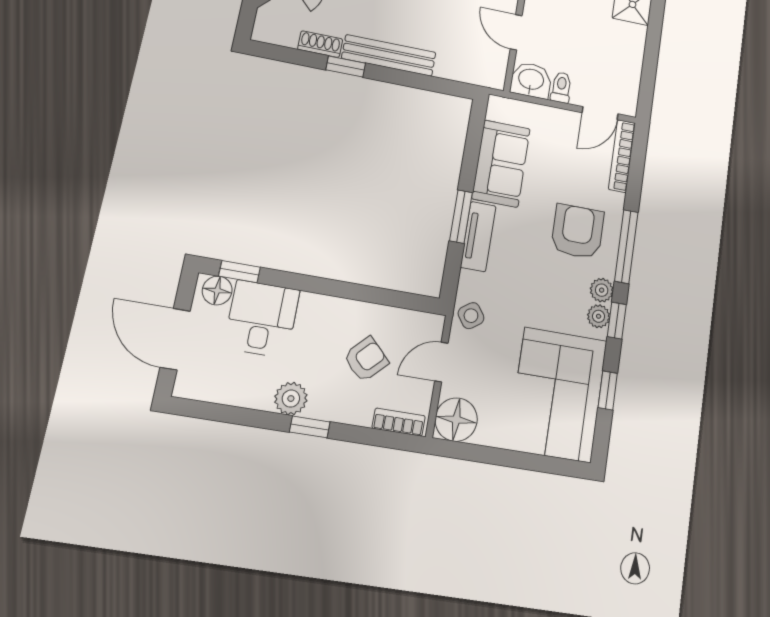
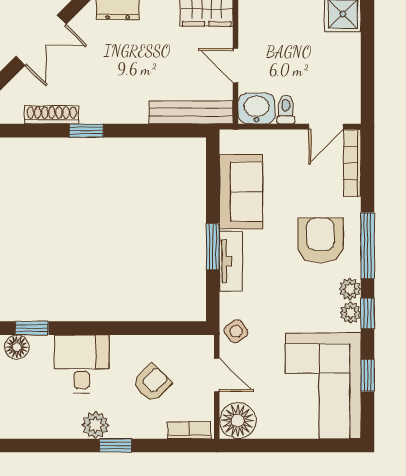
shoe rack: (320, 44) -> (52, 115), width x1.43
bench: (389, 55) -> (191, 112), moved
desk: (262, 319) -> (82, 364), moved
door: (441, 362) -> (217, 375), swing flipped

